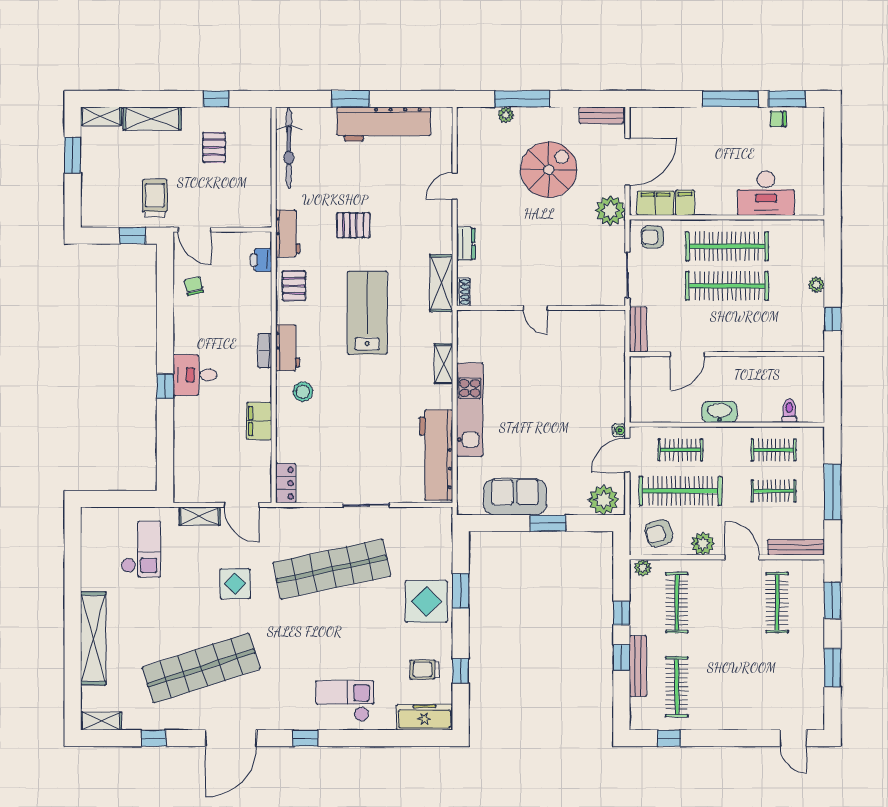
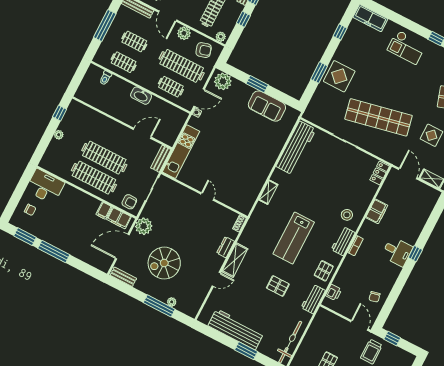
chair: (778, 119) -> (30, 210), moved
desk: (766, 193) -> (45, 186), moved
shelving: (441, 283) -> (235, 260), moved
kitchen unit: (470, 410) -> (181, 152), moved, turned 180
trolley: (425, 670) -> (358, 42), removed

